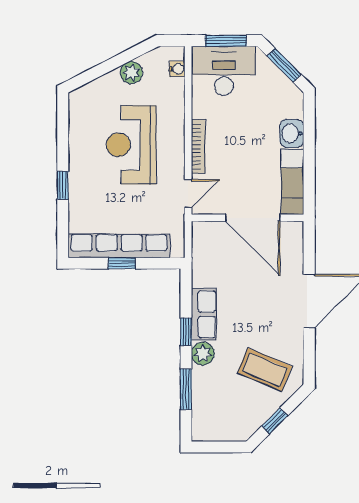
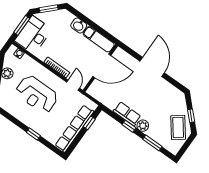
window: (122, 263) -> (89, 123), moved
coffee table: (265, 370) -> (178, 127), moved, turned -60

